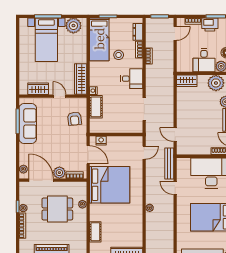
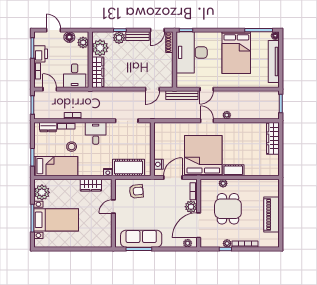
desk: (204, 60) -> (75, 76), moved, turned 90
wardrobe: (81, 79) -> (91, 185), width x0.67
wardrobe: (187, 81) -> (98, 72), width x1.50
wardrobe: (38, 89) -> (106, 228), removed
cot: (96, 107) -> (129, 168), width x1.37, depth x1.34
door: (144, 153) -> (207, 121), moved
cot: (95, 232) -> (233, 170), moved

